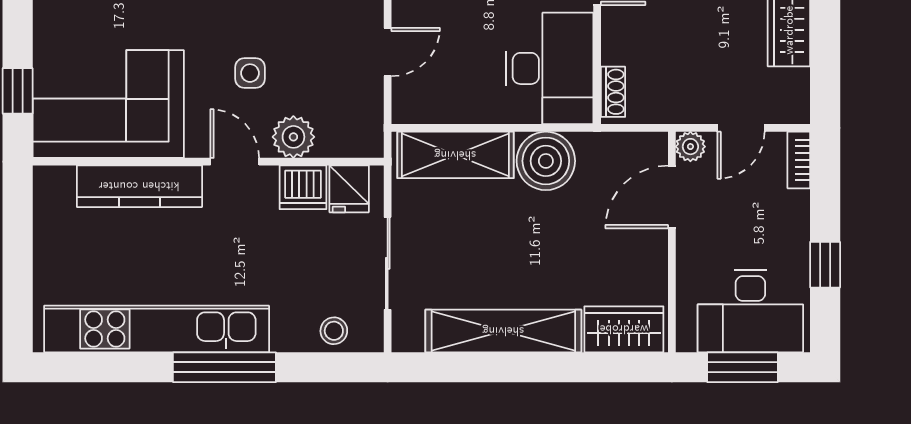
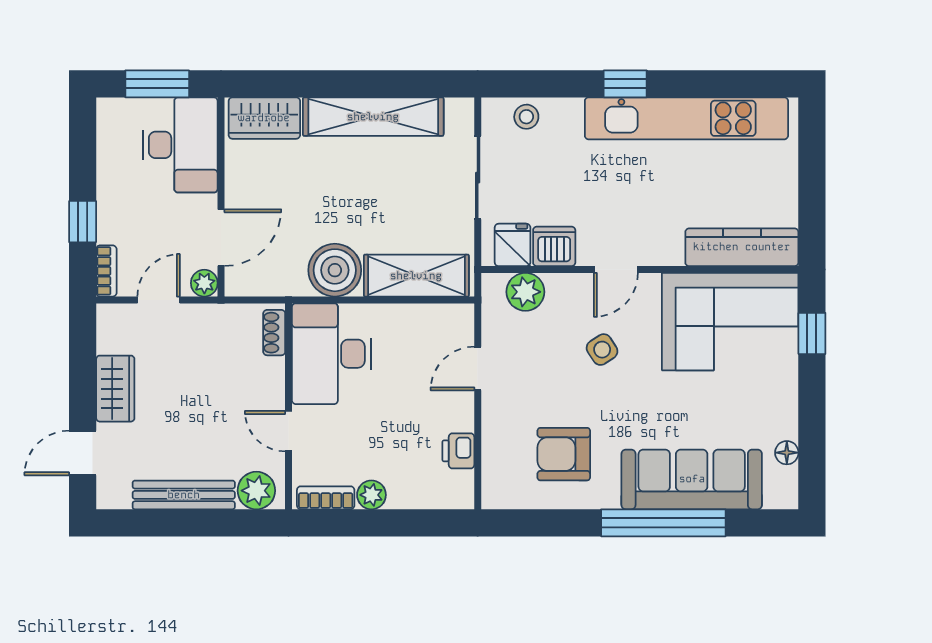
side table: (250, 73) -> (602, 350), turned -33
plant: (293, 137) -> (525, 292), moved
door: (235, 162) -> (616, 270), hinge flipped
kitchen counter: (139, 186) -> (742, 247), moved
window: (825, 265) -> (83, 222), moved
desk: (750, 311) -> (180, 145), moved, turned 90
window: (224, 367) -> (625, 84), width x0.46

